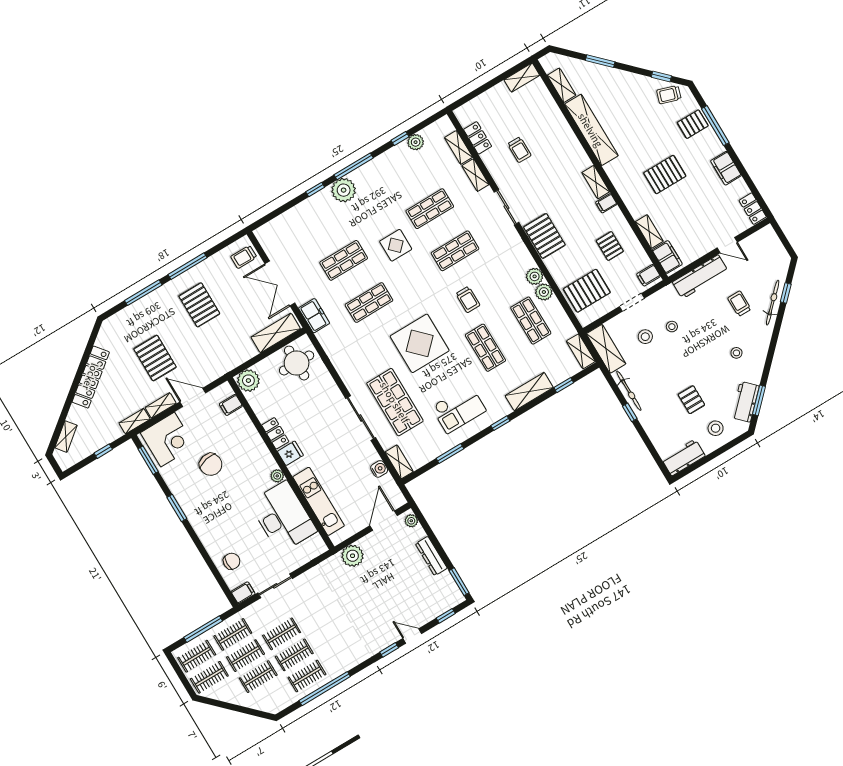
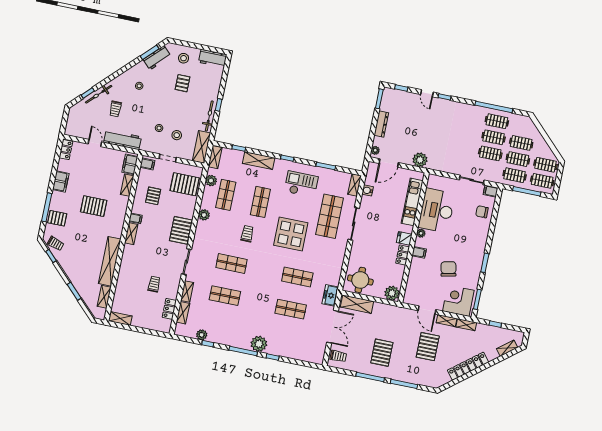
display table: (396, 245) -> (258, 293), removed
plant: (544, 292) -> (211, 181), moved
filing cabinet: (231, 405) -> (419, 252), moved

